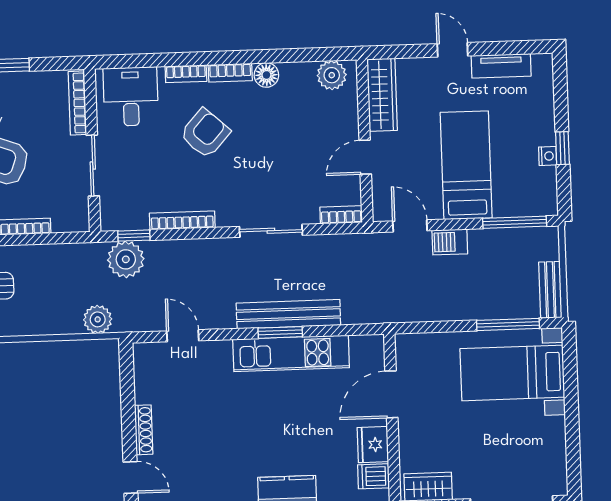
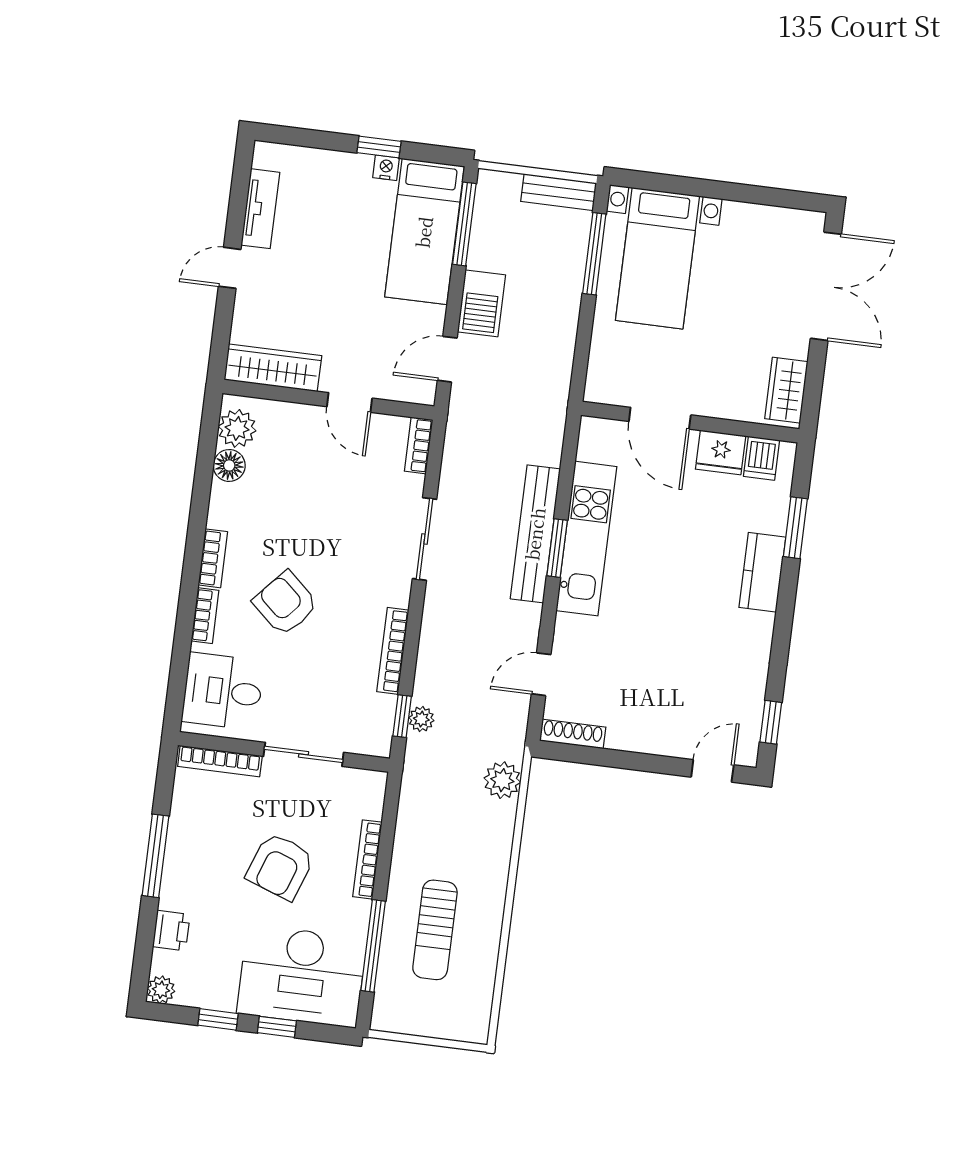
floor lamp: (266, 75) -> (229, 465), moved
bed: (466, 165) -> (424, 232), moved, turned -90
barbecue: (450, 242) -> (481, 303), width x1.38, depth x1.27
plant: (126, 259) -> (421, 719), width x0.53, depth x0.53
shoe rack: (144, 430) -> (573, 734), moved

